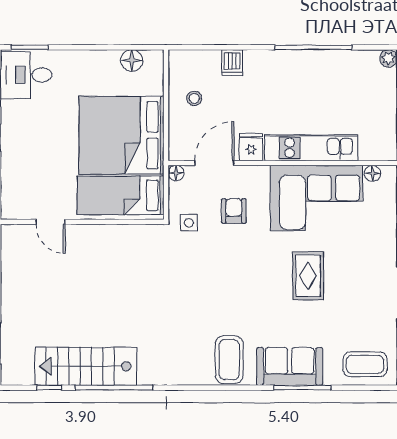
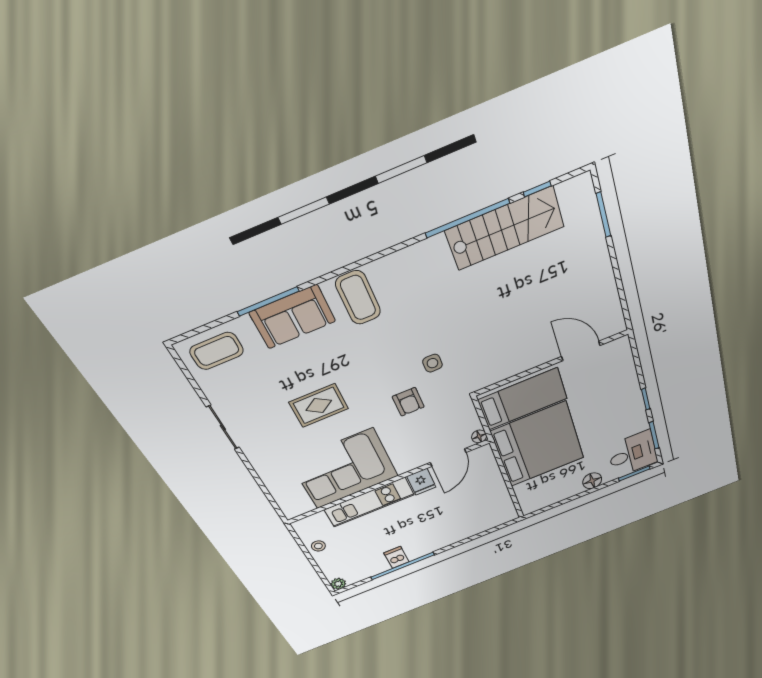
floor lamp: (132, 61) -> (592, 481), moved
dishwasher: (232, 63) -> (396, 557), moved
stool: (194, 98) -> (318, 546), moved
floor lamp: (372, 173) -> (306, 506), removed
armchair: (234, 211) -> (408, 402), moved
door: (50, 222) -> (581, 351), width x1.38
side table: (189, 223) -> (432, 363), moved
rug: (308, 276) -> (319, 405), turned 90

